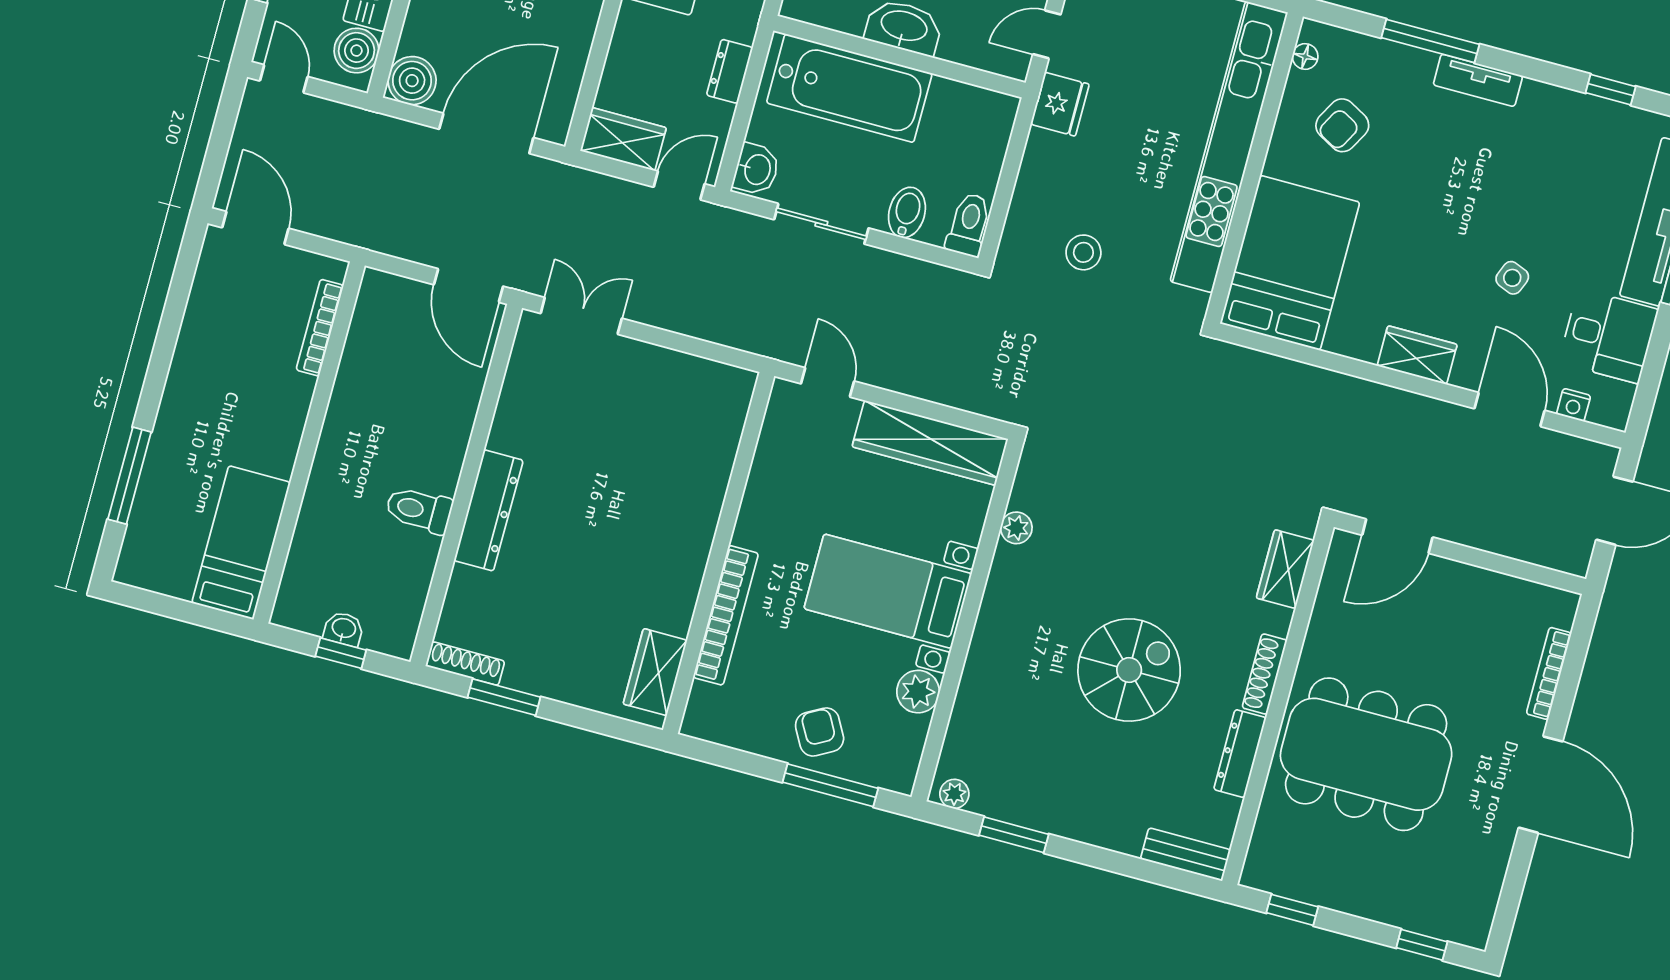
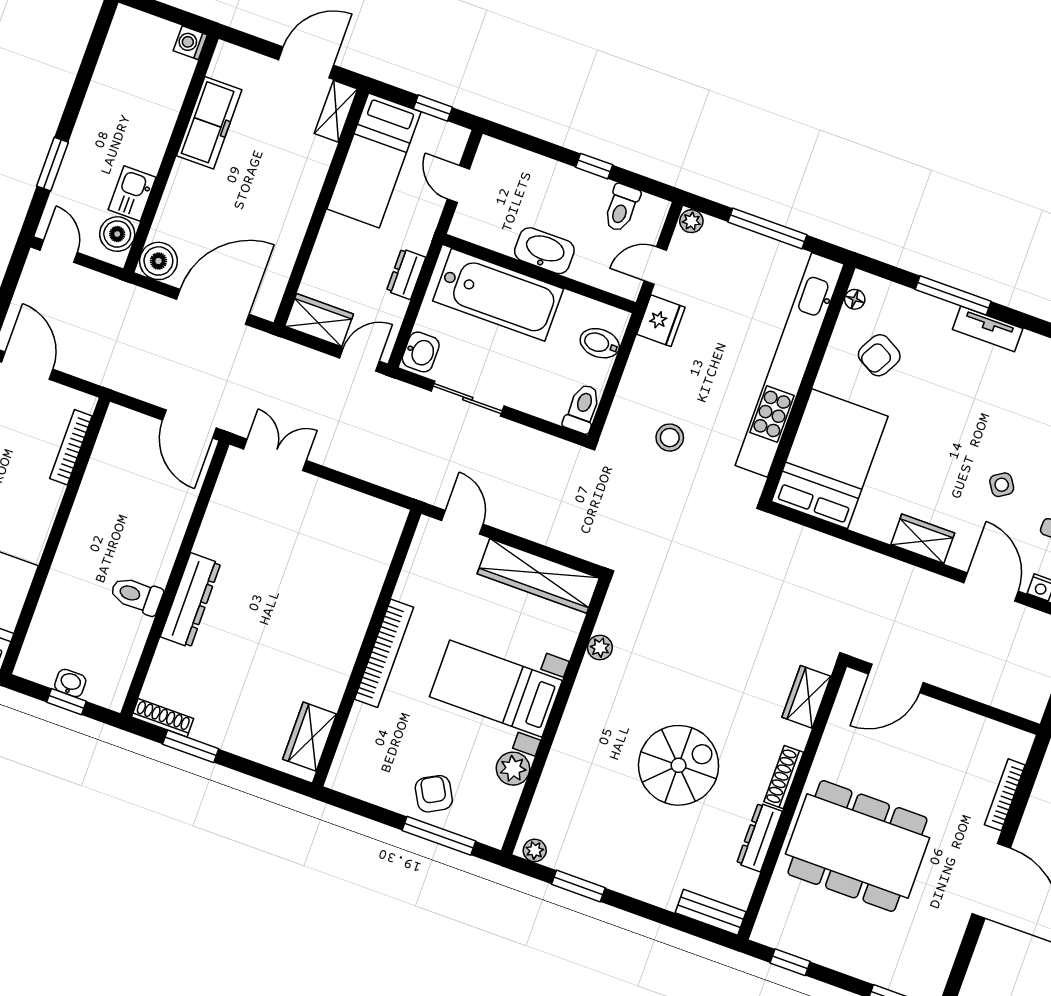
bidet: (907, 212) -> (600, 343), moved, turned -90
side table: (1512, 278) -> (1002, 485), turned 35
bookcase: (726, 615) -> (384, 653), moved

